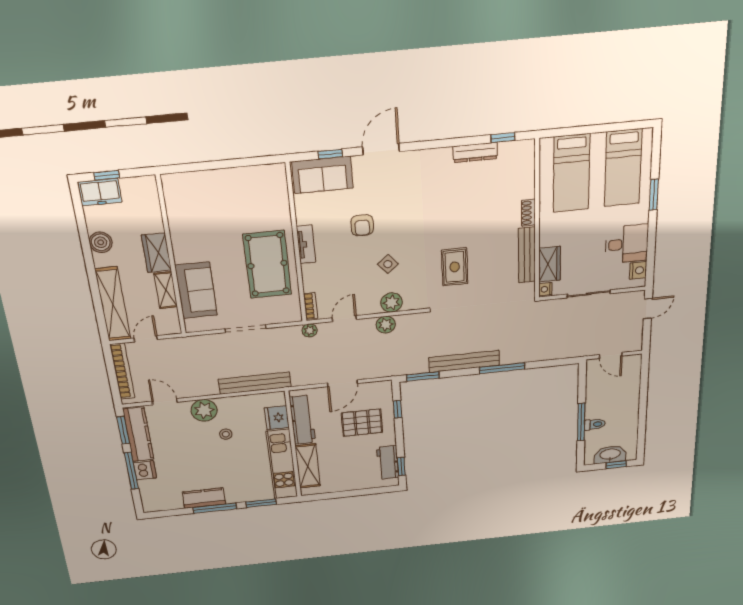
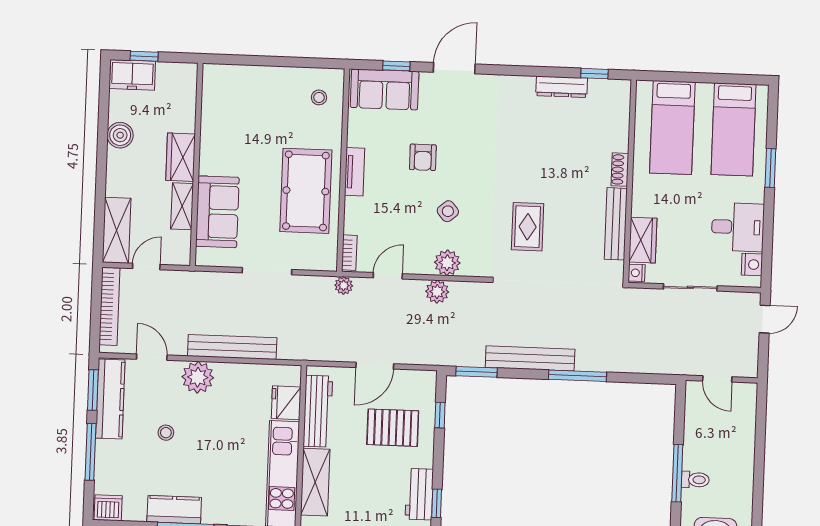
stool: (267, 189) -> (319, 97), added
shelving: (113, 304) -> (117, 230), width x0.68
bench: (255, 383) -> (232, 347), moved
stool: (226, 434) -> (166, 433), moved
dishwasher: (145, 470) -> (108, 508), moved, turned -90

